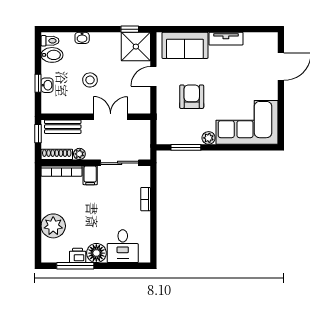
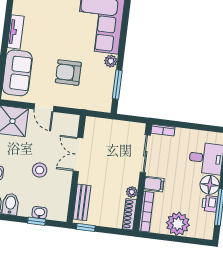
shoe rack: (57, 154) -> (129, 214), moved
plant: (79, 154) -> (132, 192), moved
wall: (96, 163) -> (142, 177), moved
sliding door: (120, 163) -> (145, 154), moved
bookcase: (61, 171) -> (146, 212), moved
filing cabinet: (90, 175) -> (154, 184), moved

